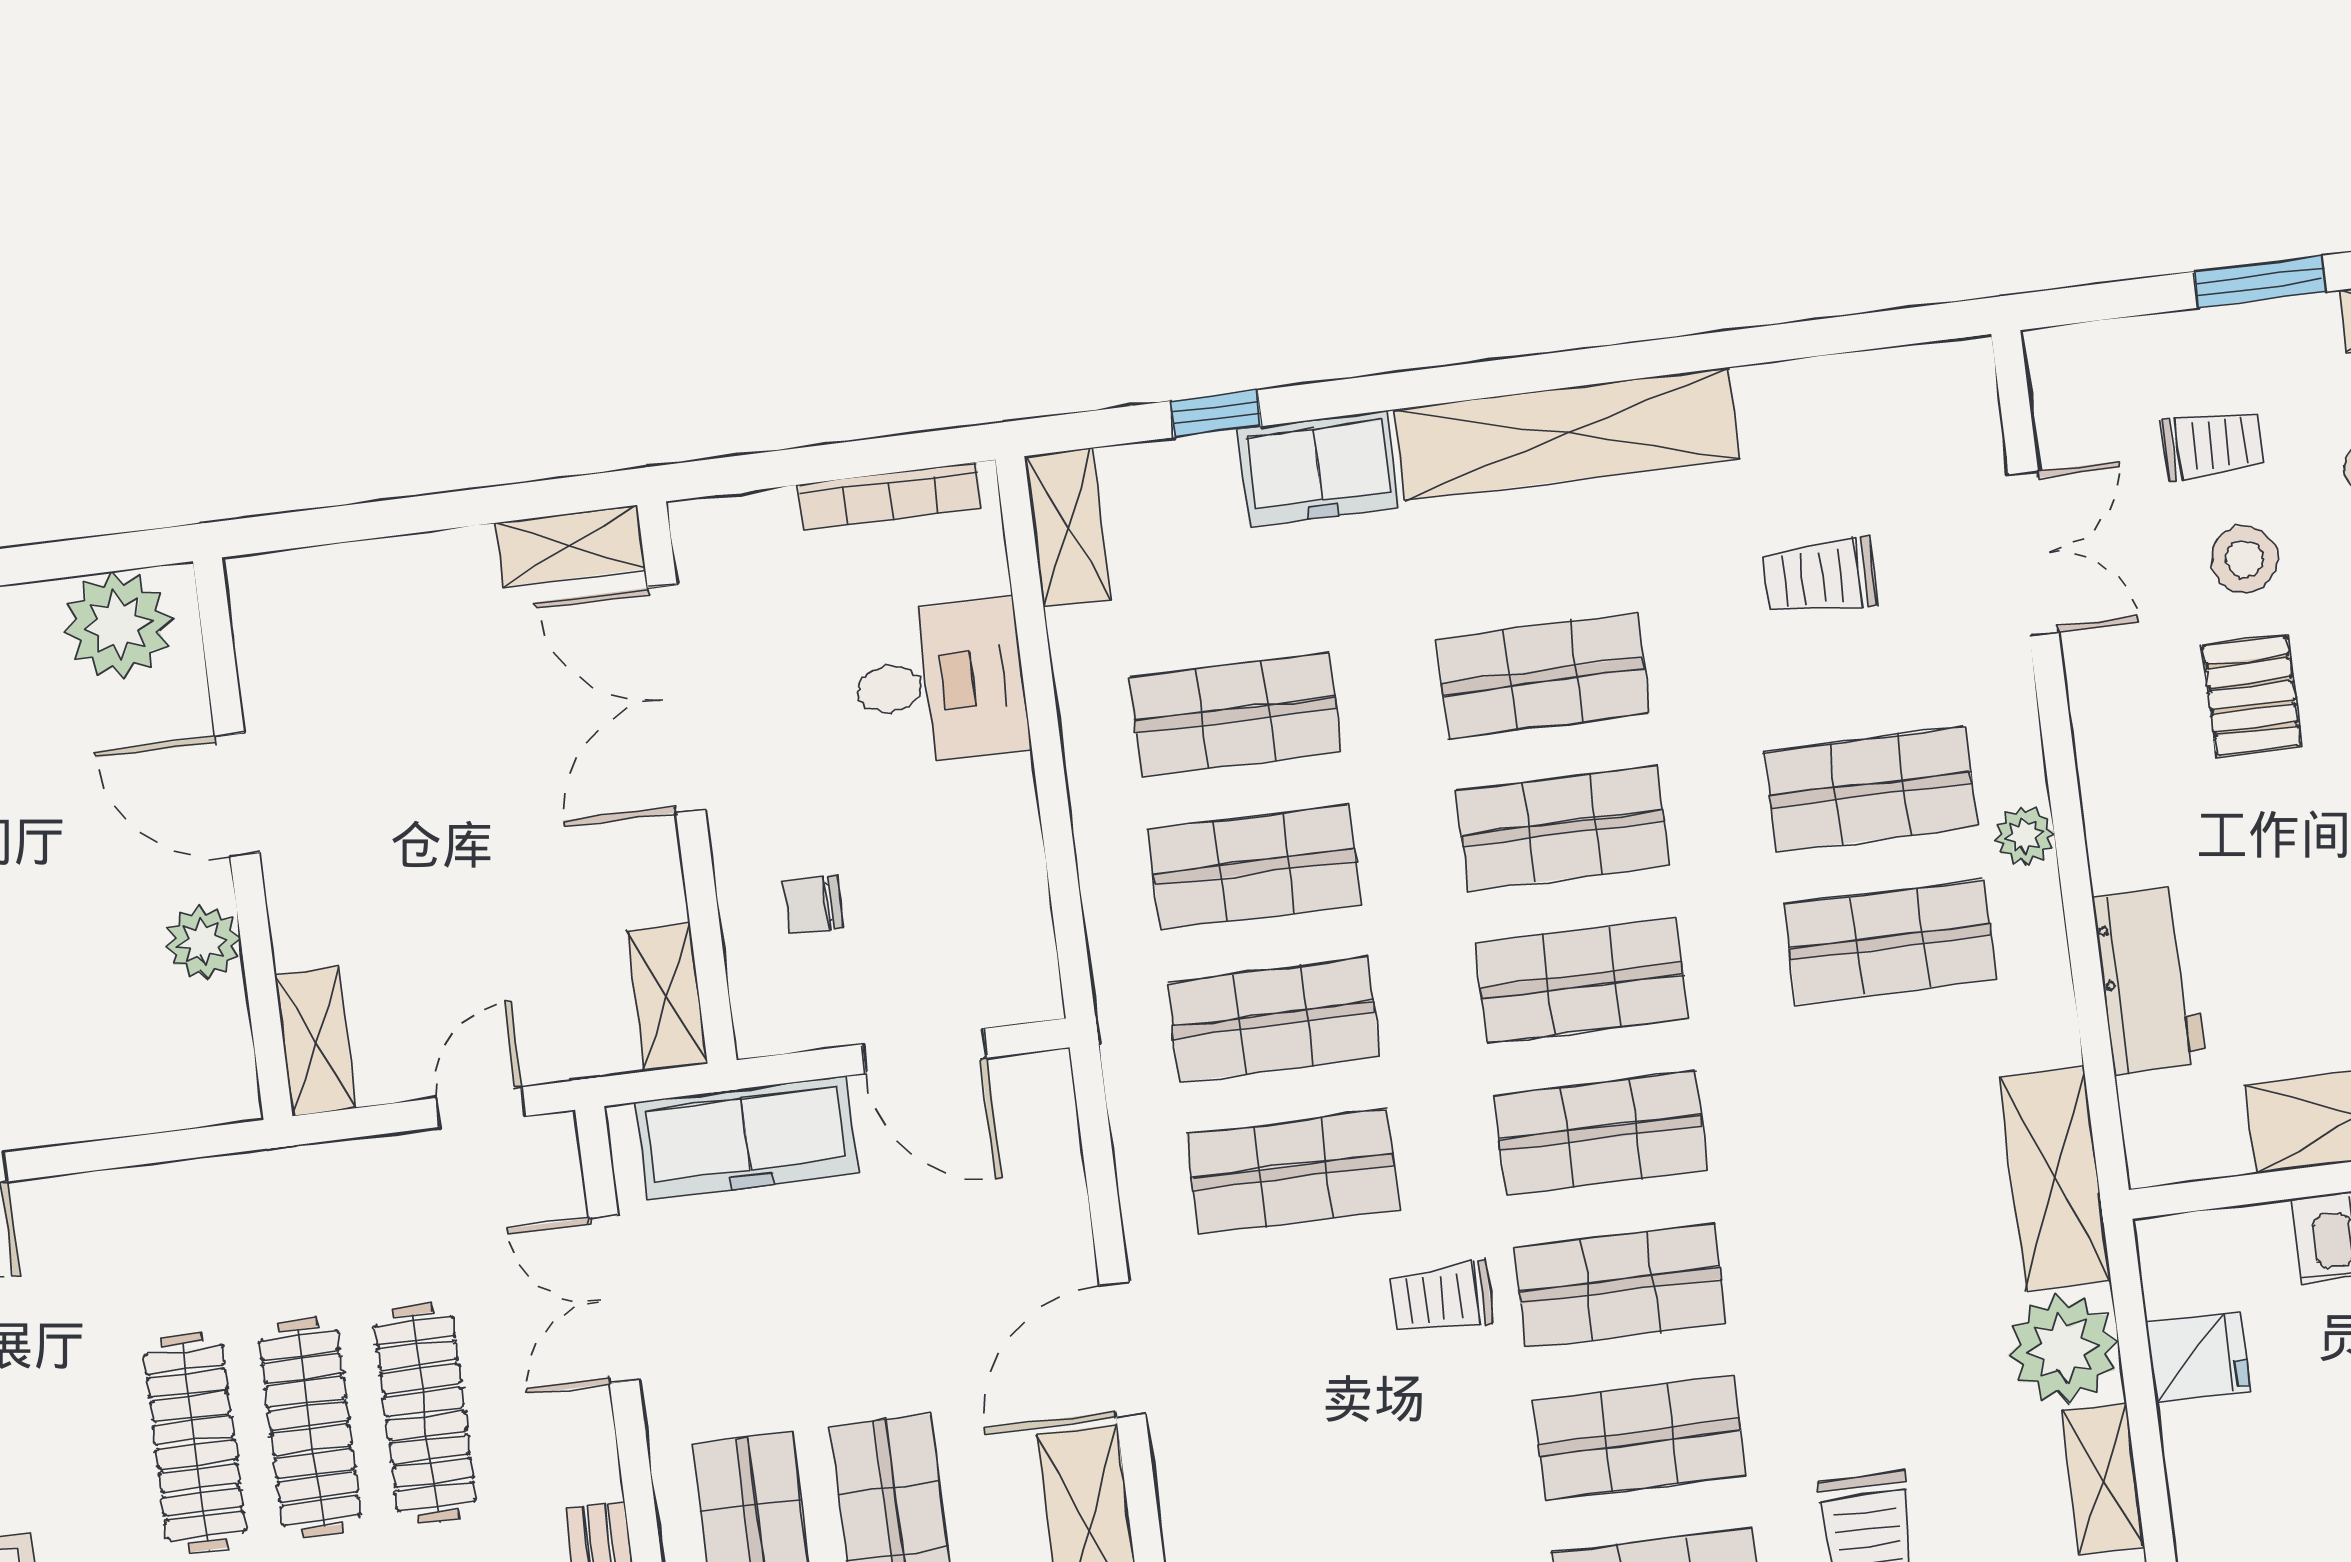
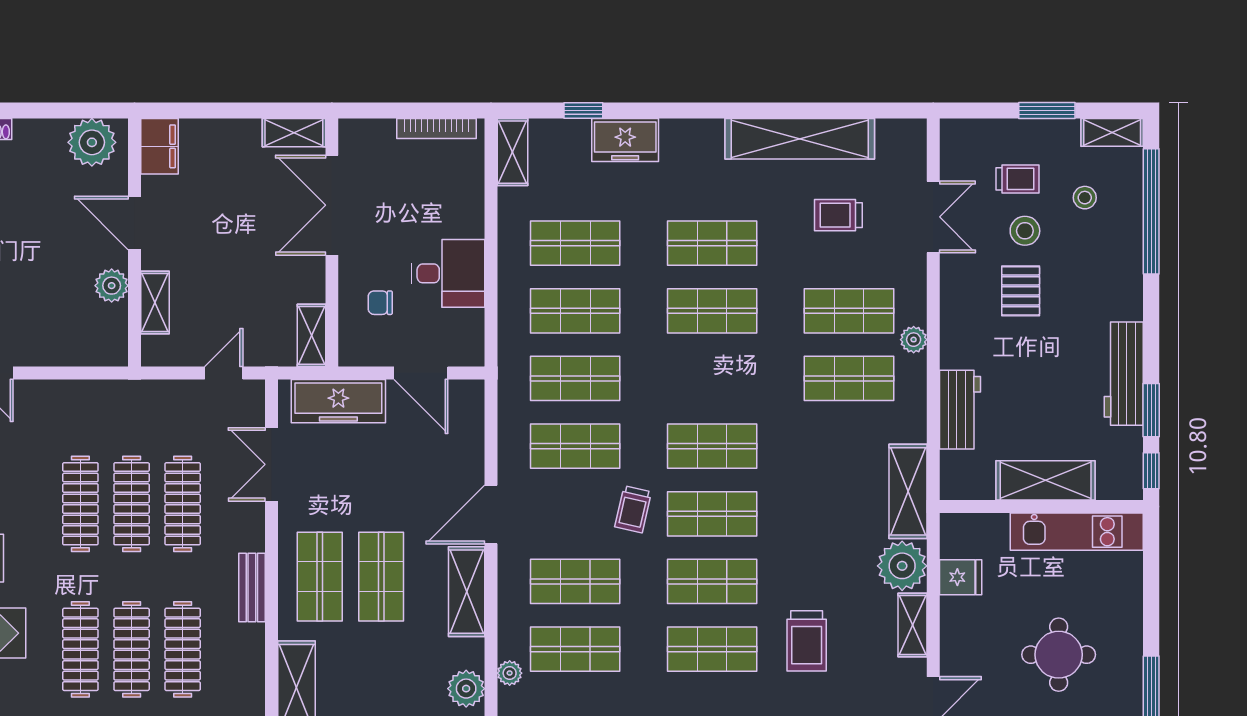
shelving: (1566, 434) -> (800, 139), moved
filing cabinet: (272, 615) -> (160, 146), added
desk: (940, 683) -> (448, 273), moved
shop shelf: (1582, 981) -> (575, 581), moved
shelving: (315, 1042) -> (155, 303), moved
trolley: (1441, 1298) -> (633, 509), turned -77

